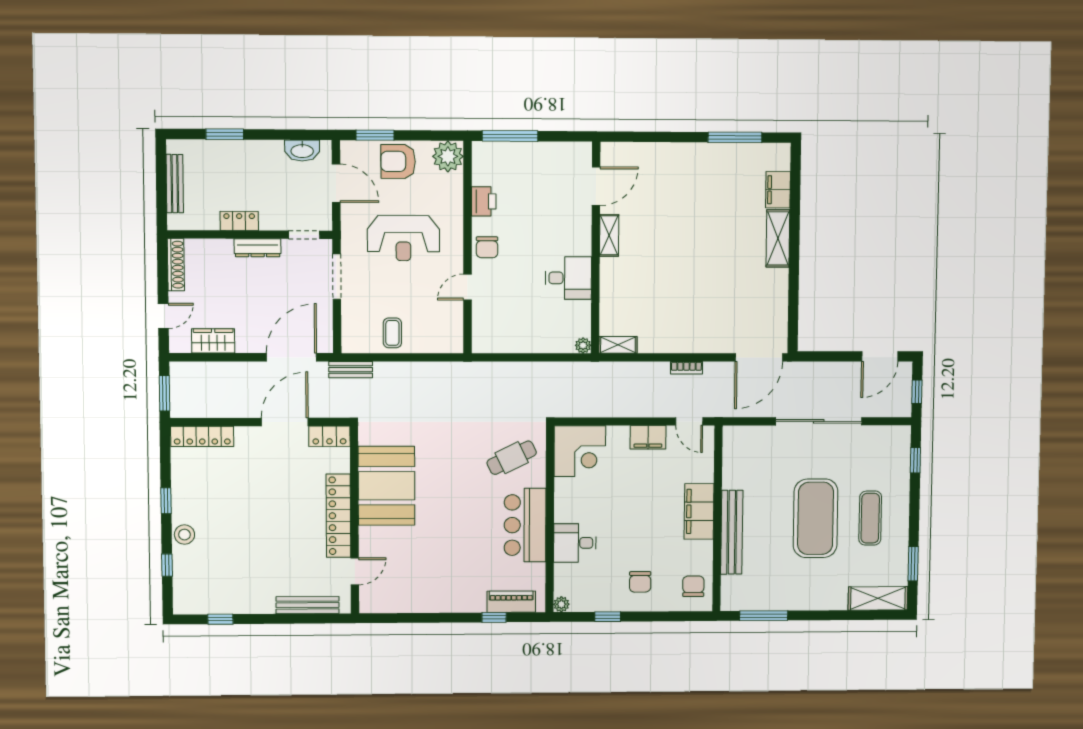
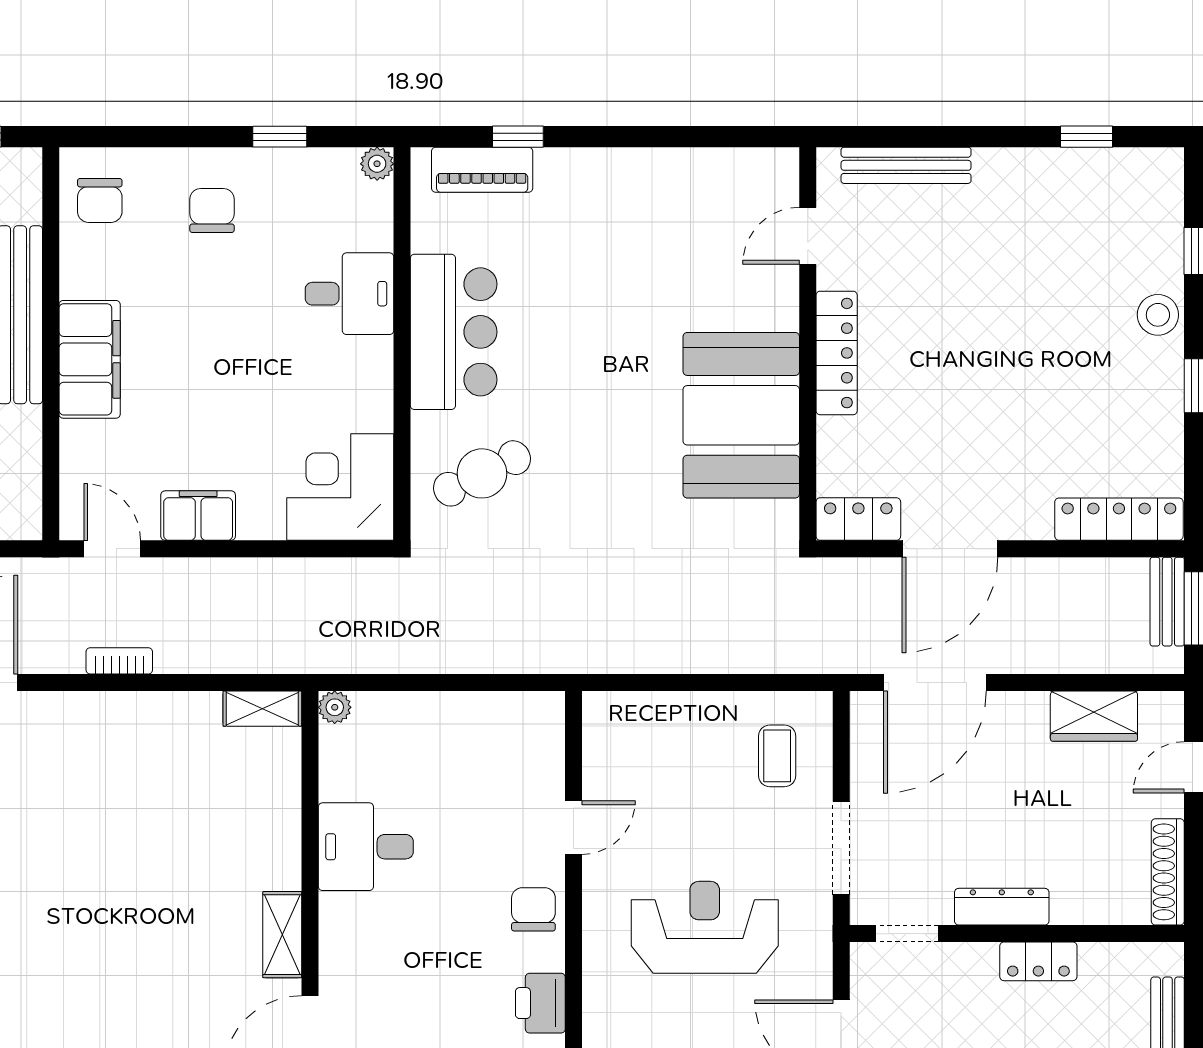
coffee table: (392, 333) -> (777, 756), moved
bench: (351, 370) -> (1167, 602), moved, turned 90
locker: (338, 516) -> (837, 353), width x0.71, depth x0.83

